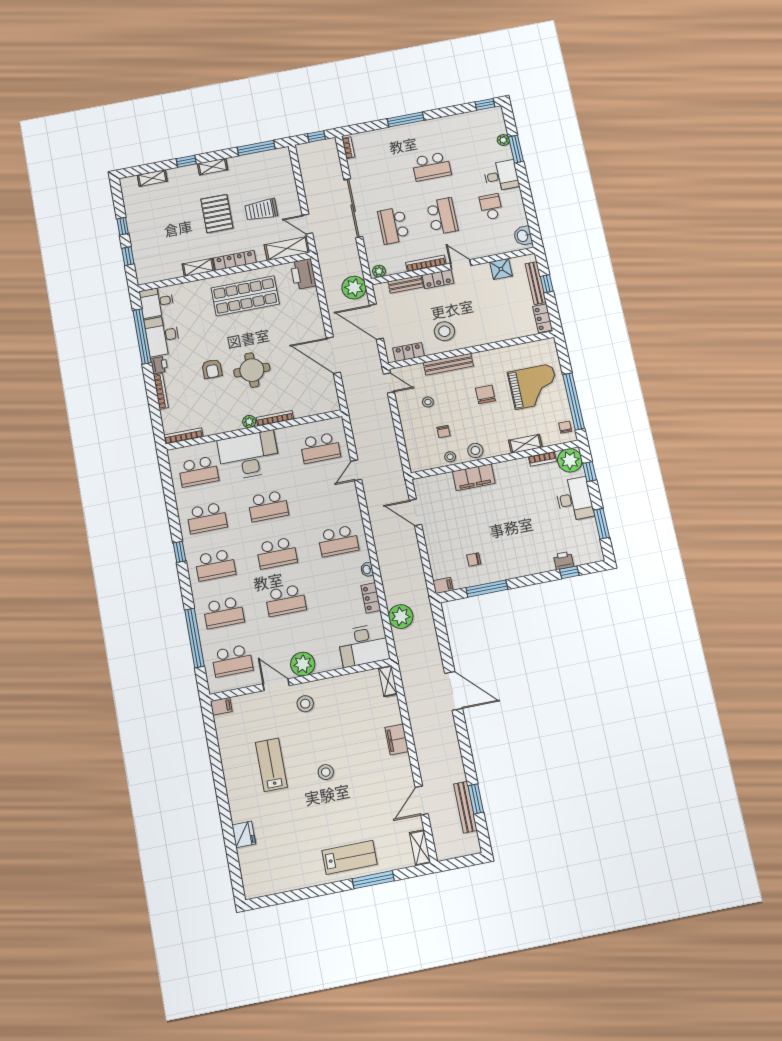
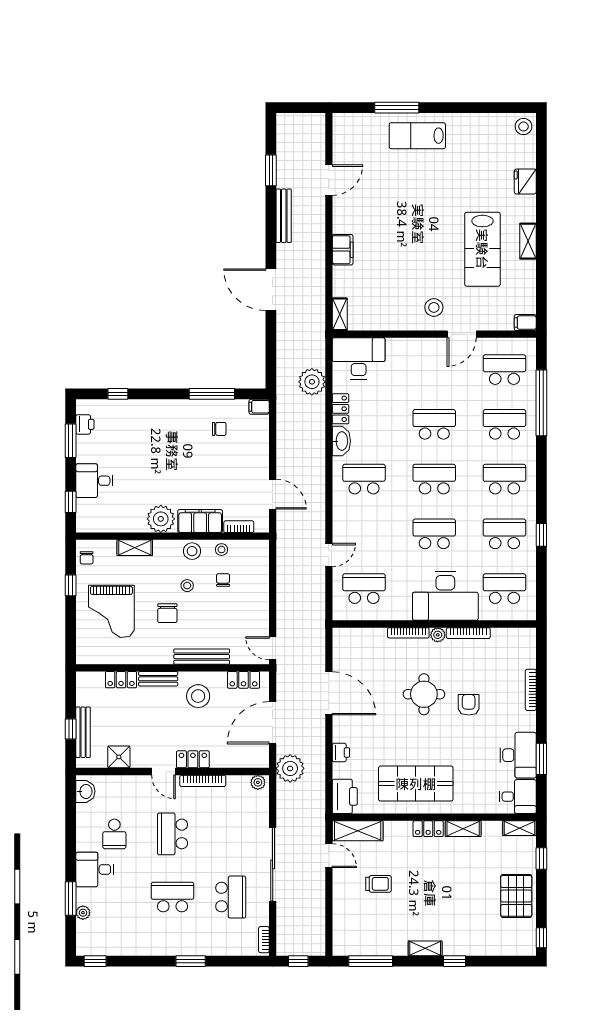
window: (406, 119) -> (191, 961), width x0.69
shelving: (152, 178) -> (519, 828), moved
trolley: (261, 210) -> (379, 884), width x0.73, depth x0.72
pallet: (217, 214) -> (516, 896), moved
window: (123, 226) -> (541, 938), moved
school desk: (393, 226) -> (231, 897), moved
locker: (235, 260) -> (428, 829), width x0.66
bench: (406, 284) -> (158, 679), moved
locker: (543, 318) -> (121, 680), moved, turned 90
door: (376, 322) -> (273, 723), swing flipped
window: (142, 336) -> (541, 759), width x0.47
printer: (159, 365) -> (341, 753), moved, turned 180
grand piano: (534, 387) -> (111, 611), turned -90
window: (574, 401) -> (71, 585), width x0.32
stool: (428, 402) -> (187, 586), moved
bookcase: (183, 436) -> (468, 633), moved
bookcase: (542, 459) -> (239, 527), moved
plant: (570, 460) -> (161, 519), moved
desk: (574, 499) -> (94, 481), width x0.73
window: (179, 552) -> (541, 535), moved
printer: (564, 561) -> (85, 424), moved, turned -90
washbasin: (367, 569) -> (341, 441), width x1.91, depth x1.45
plant: (303, 664) -> (429, 351), removed
door: (276, 685) -> (462, 334), hinge flipped
lab bench: (271, 765) -> (482, 249), width x1.36, depth x1.39
stool: (326, 772) -> (523, 127), moved
bench: (465, 807) -> (284, 216), moved
shelving: (420, 848) -> (528, 241), moved

